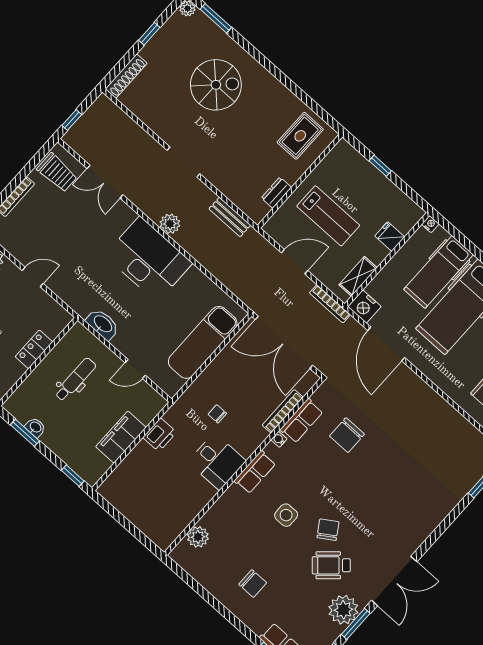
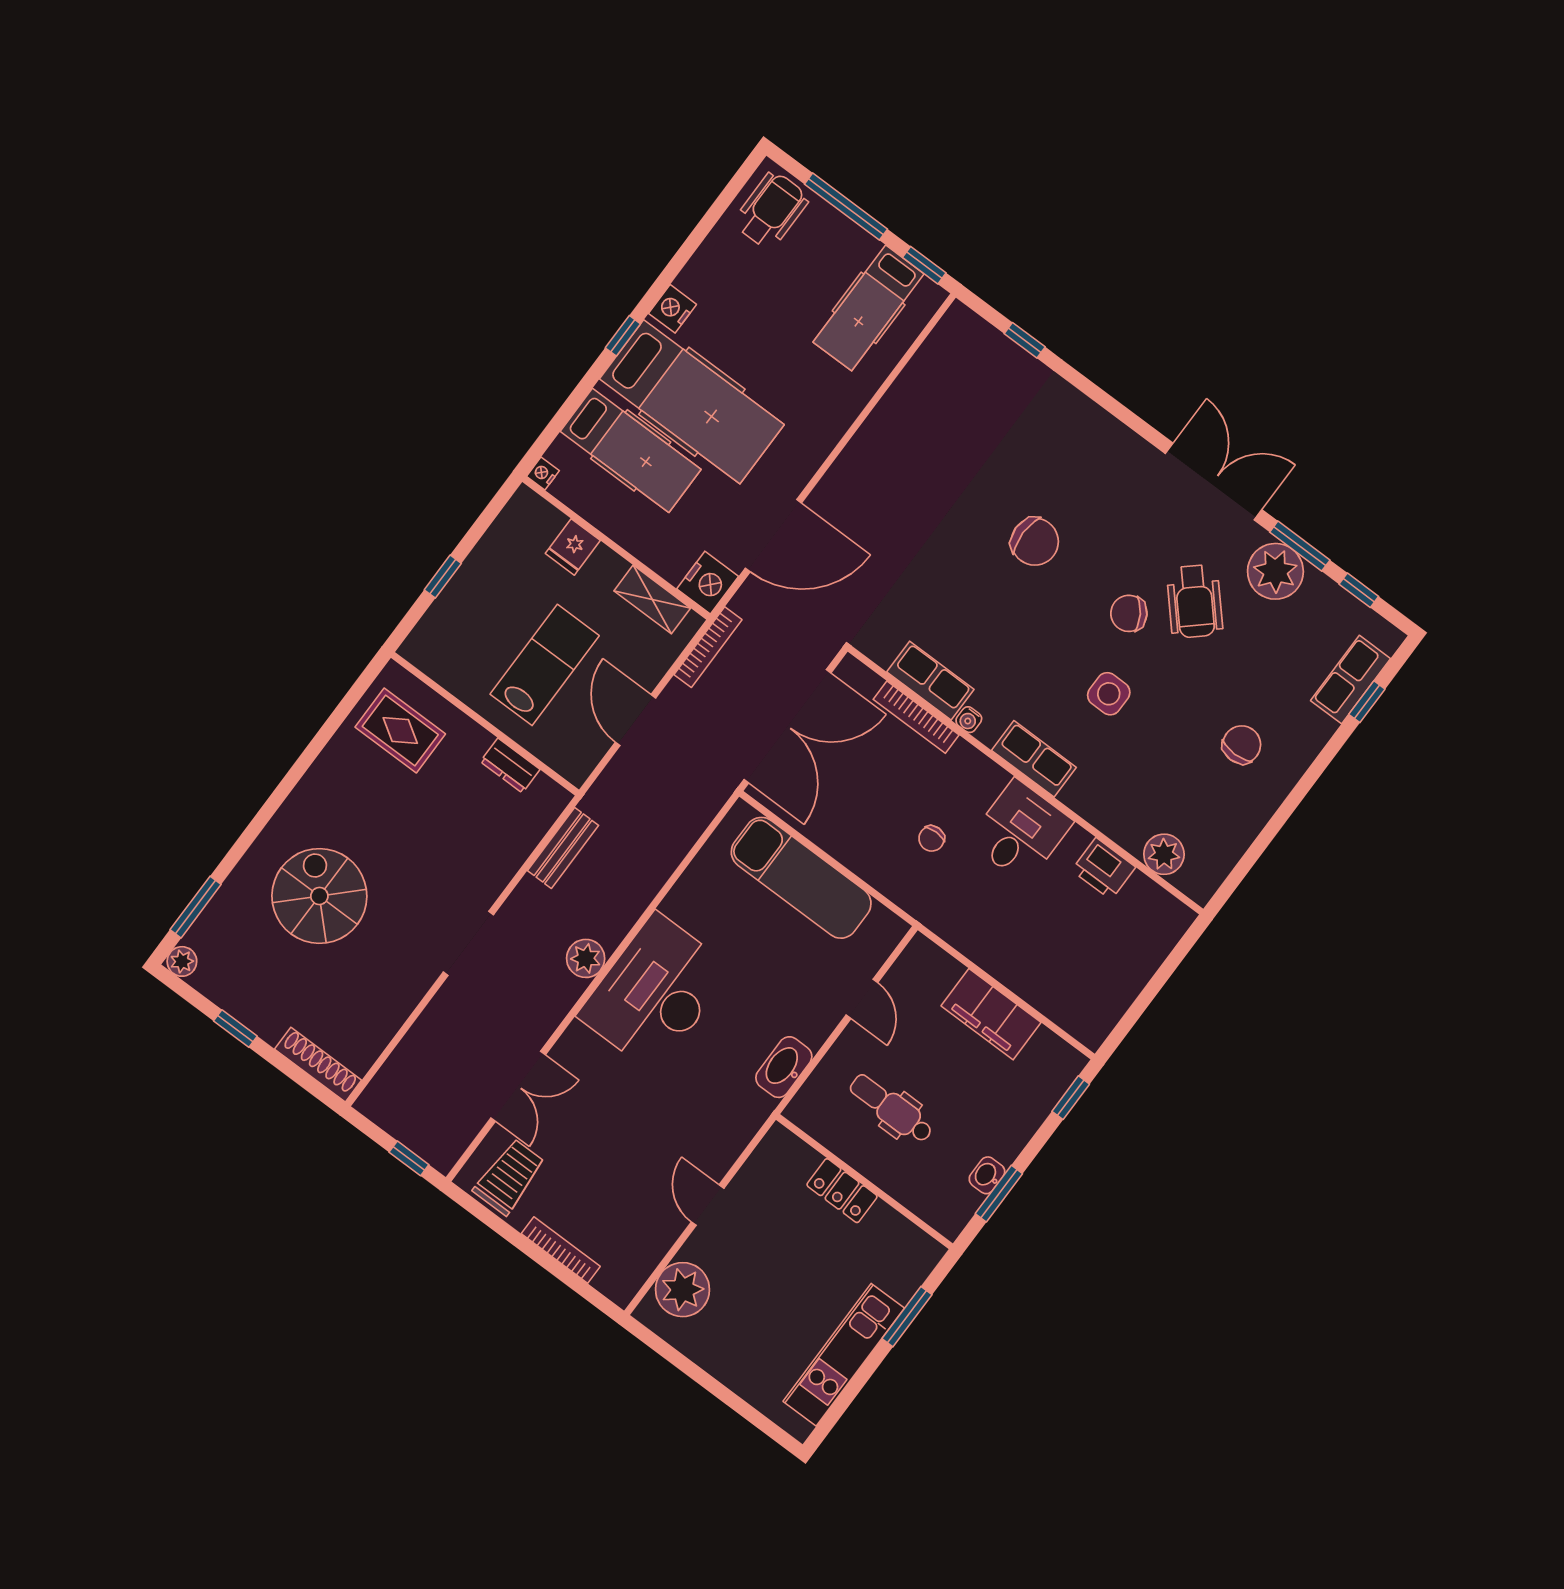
printer: (160, 435) -> (1103, 869), moved, turned 180
chair: (347, 435) -> (1035, 542), moved

